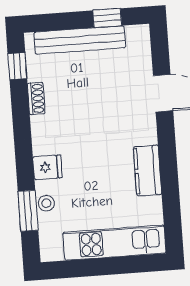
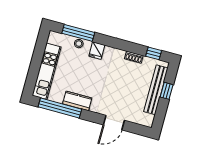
window: (107, 18) -> (167, 91), moved
window: (171, 197) -> (60, 108), added
window: (28, 211) -> (78, 33), width x1.44

